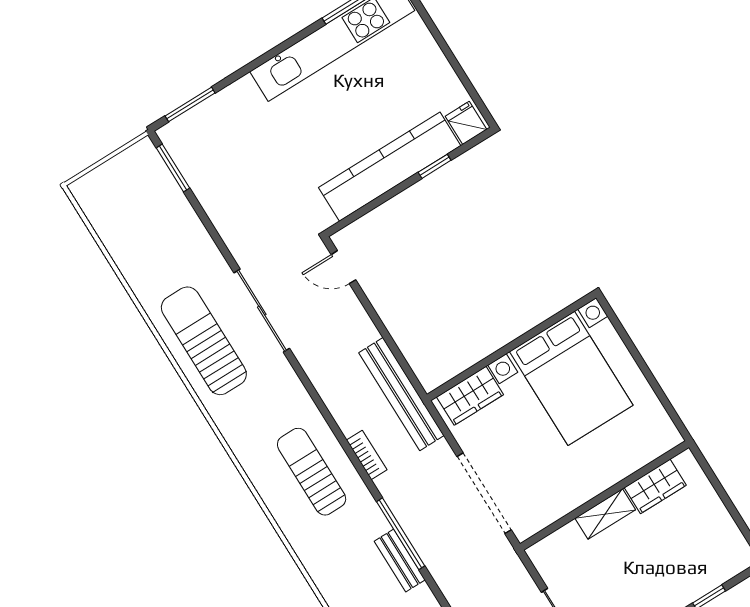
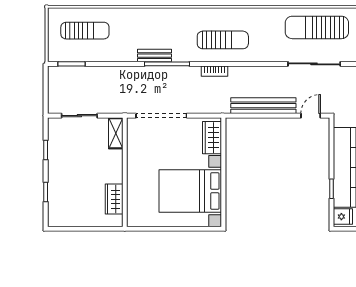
sun lounger: (204, 341) -> (317, 27), turned 180
bench: (401, 394) -> (263, 106), moved
shelving: (605, 514) -> (116, 133), moved

